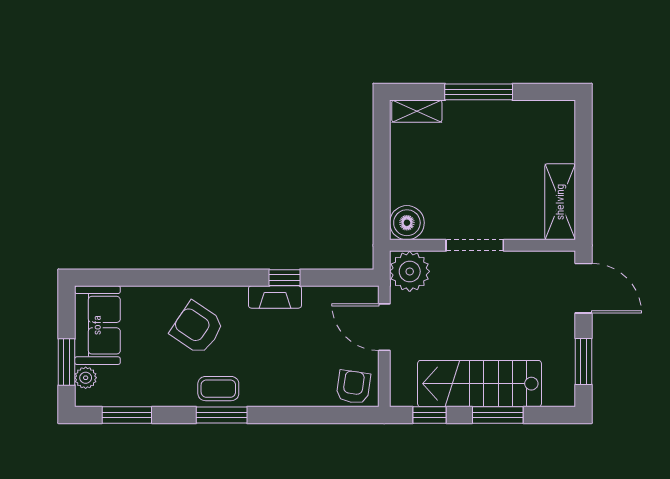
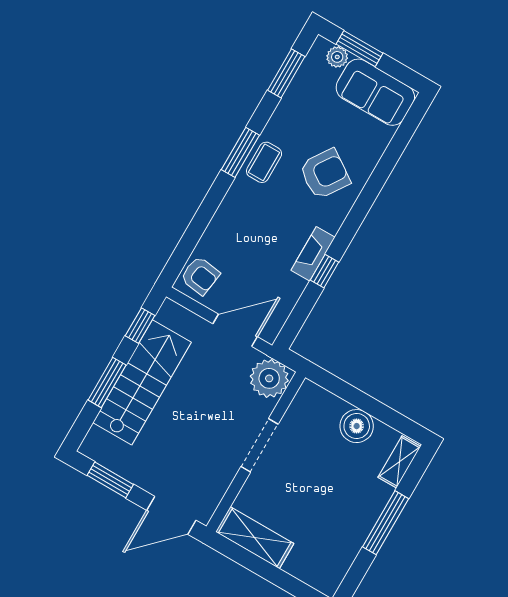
boiler: (407, 223) -> (357, 426), moved

